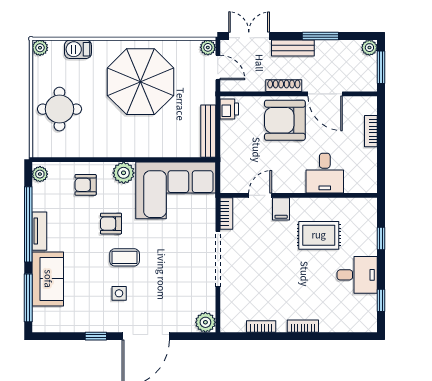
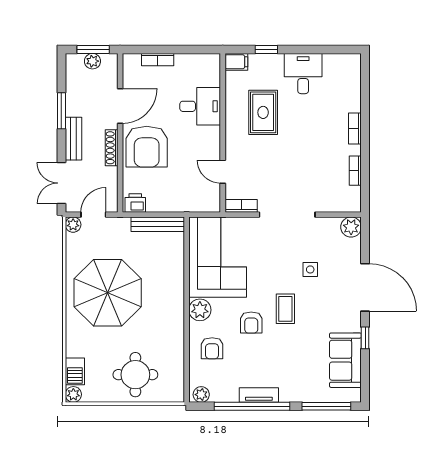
plant: (369, 48) -> (92, 61), moved
barbecue: (78, 49) -> (75, 371), moved
filing cabinet: (281, 209) -> (236, 62), moved
sofa: (48, 279) -> (345, 360), moved, turned -90
side table: (119, 293) -> (310, 269), moved
window: (381, 300) -> (329, 49), removed

